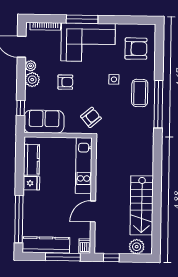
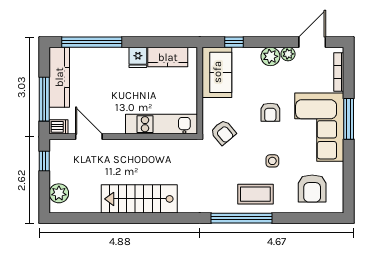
armchair: (65, 82) -> (270, 112), moved
stairs: (142, 205) -> (139, 199), moved
door: (93, 211) -> (89, 137), moved

